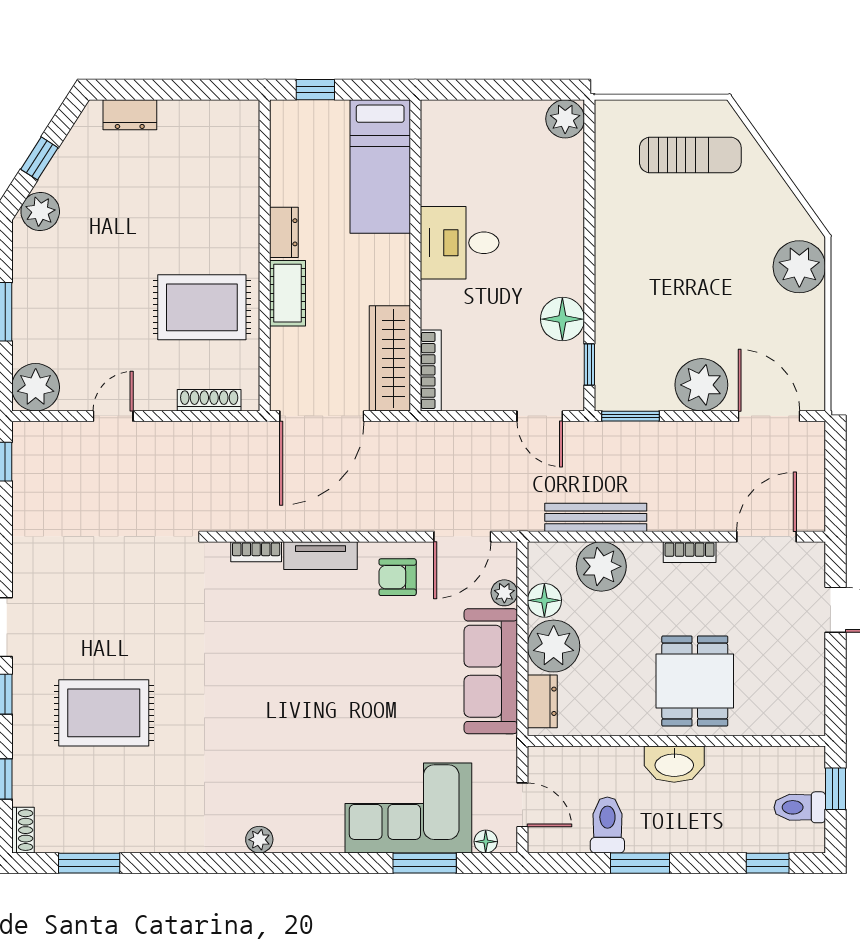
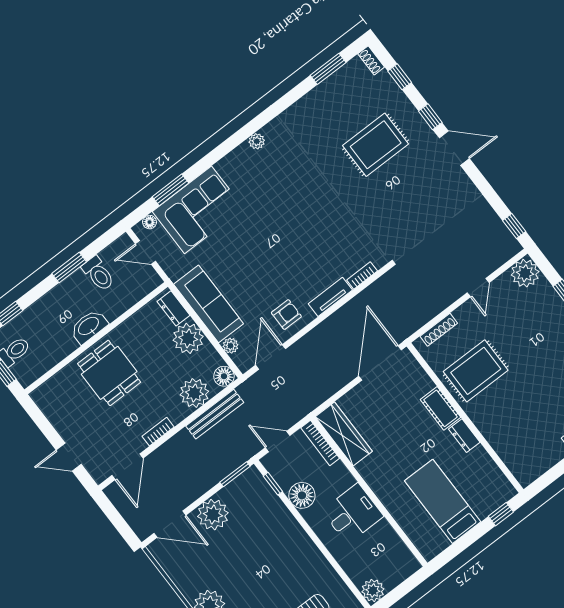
desk: (460, 243) -> (353, 513), moved
wall: (415, 255) -> (369, 492), moved
wardrobe: (390, 358) -> (344, 434), moved
bookcase: (431, 370) -> (320, 443), moved
floor lamp: (544, 600) -> (224, 376), moved

